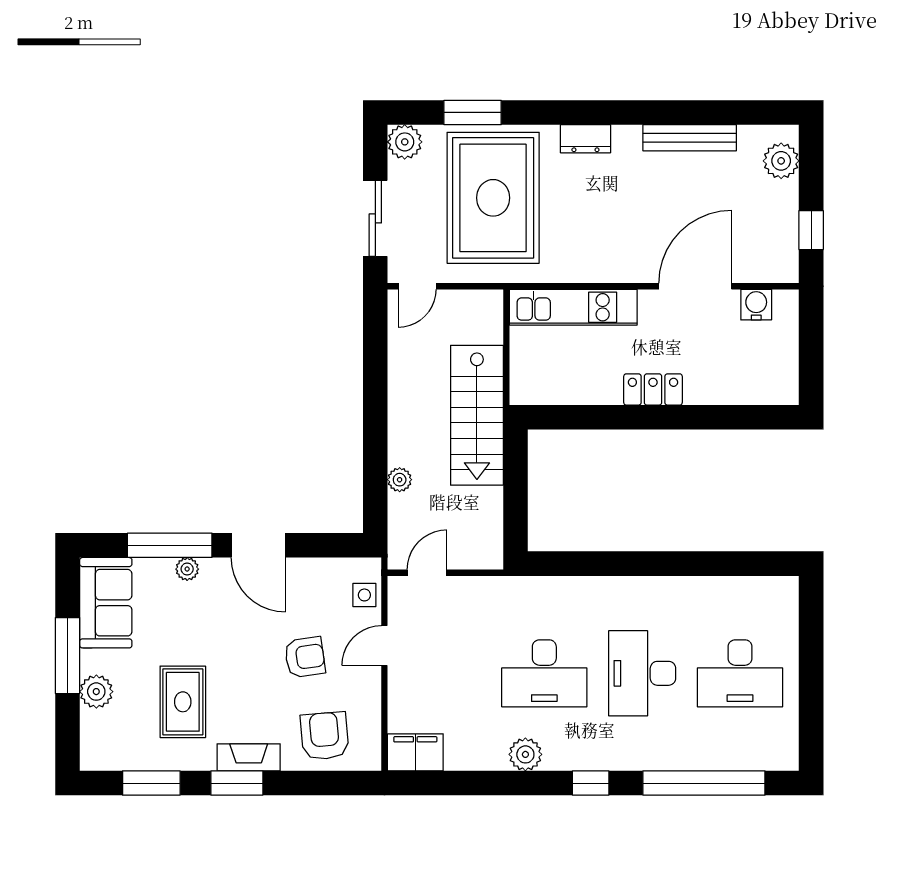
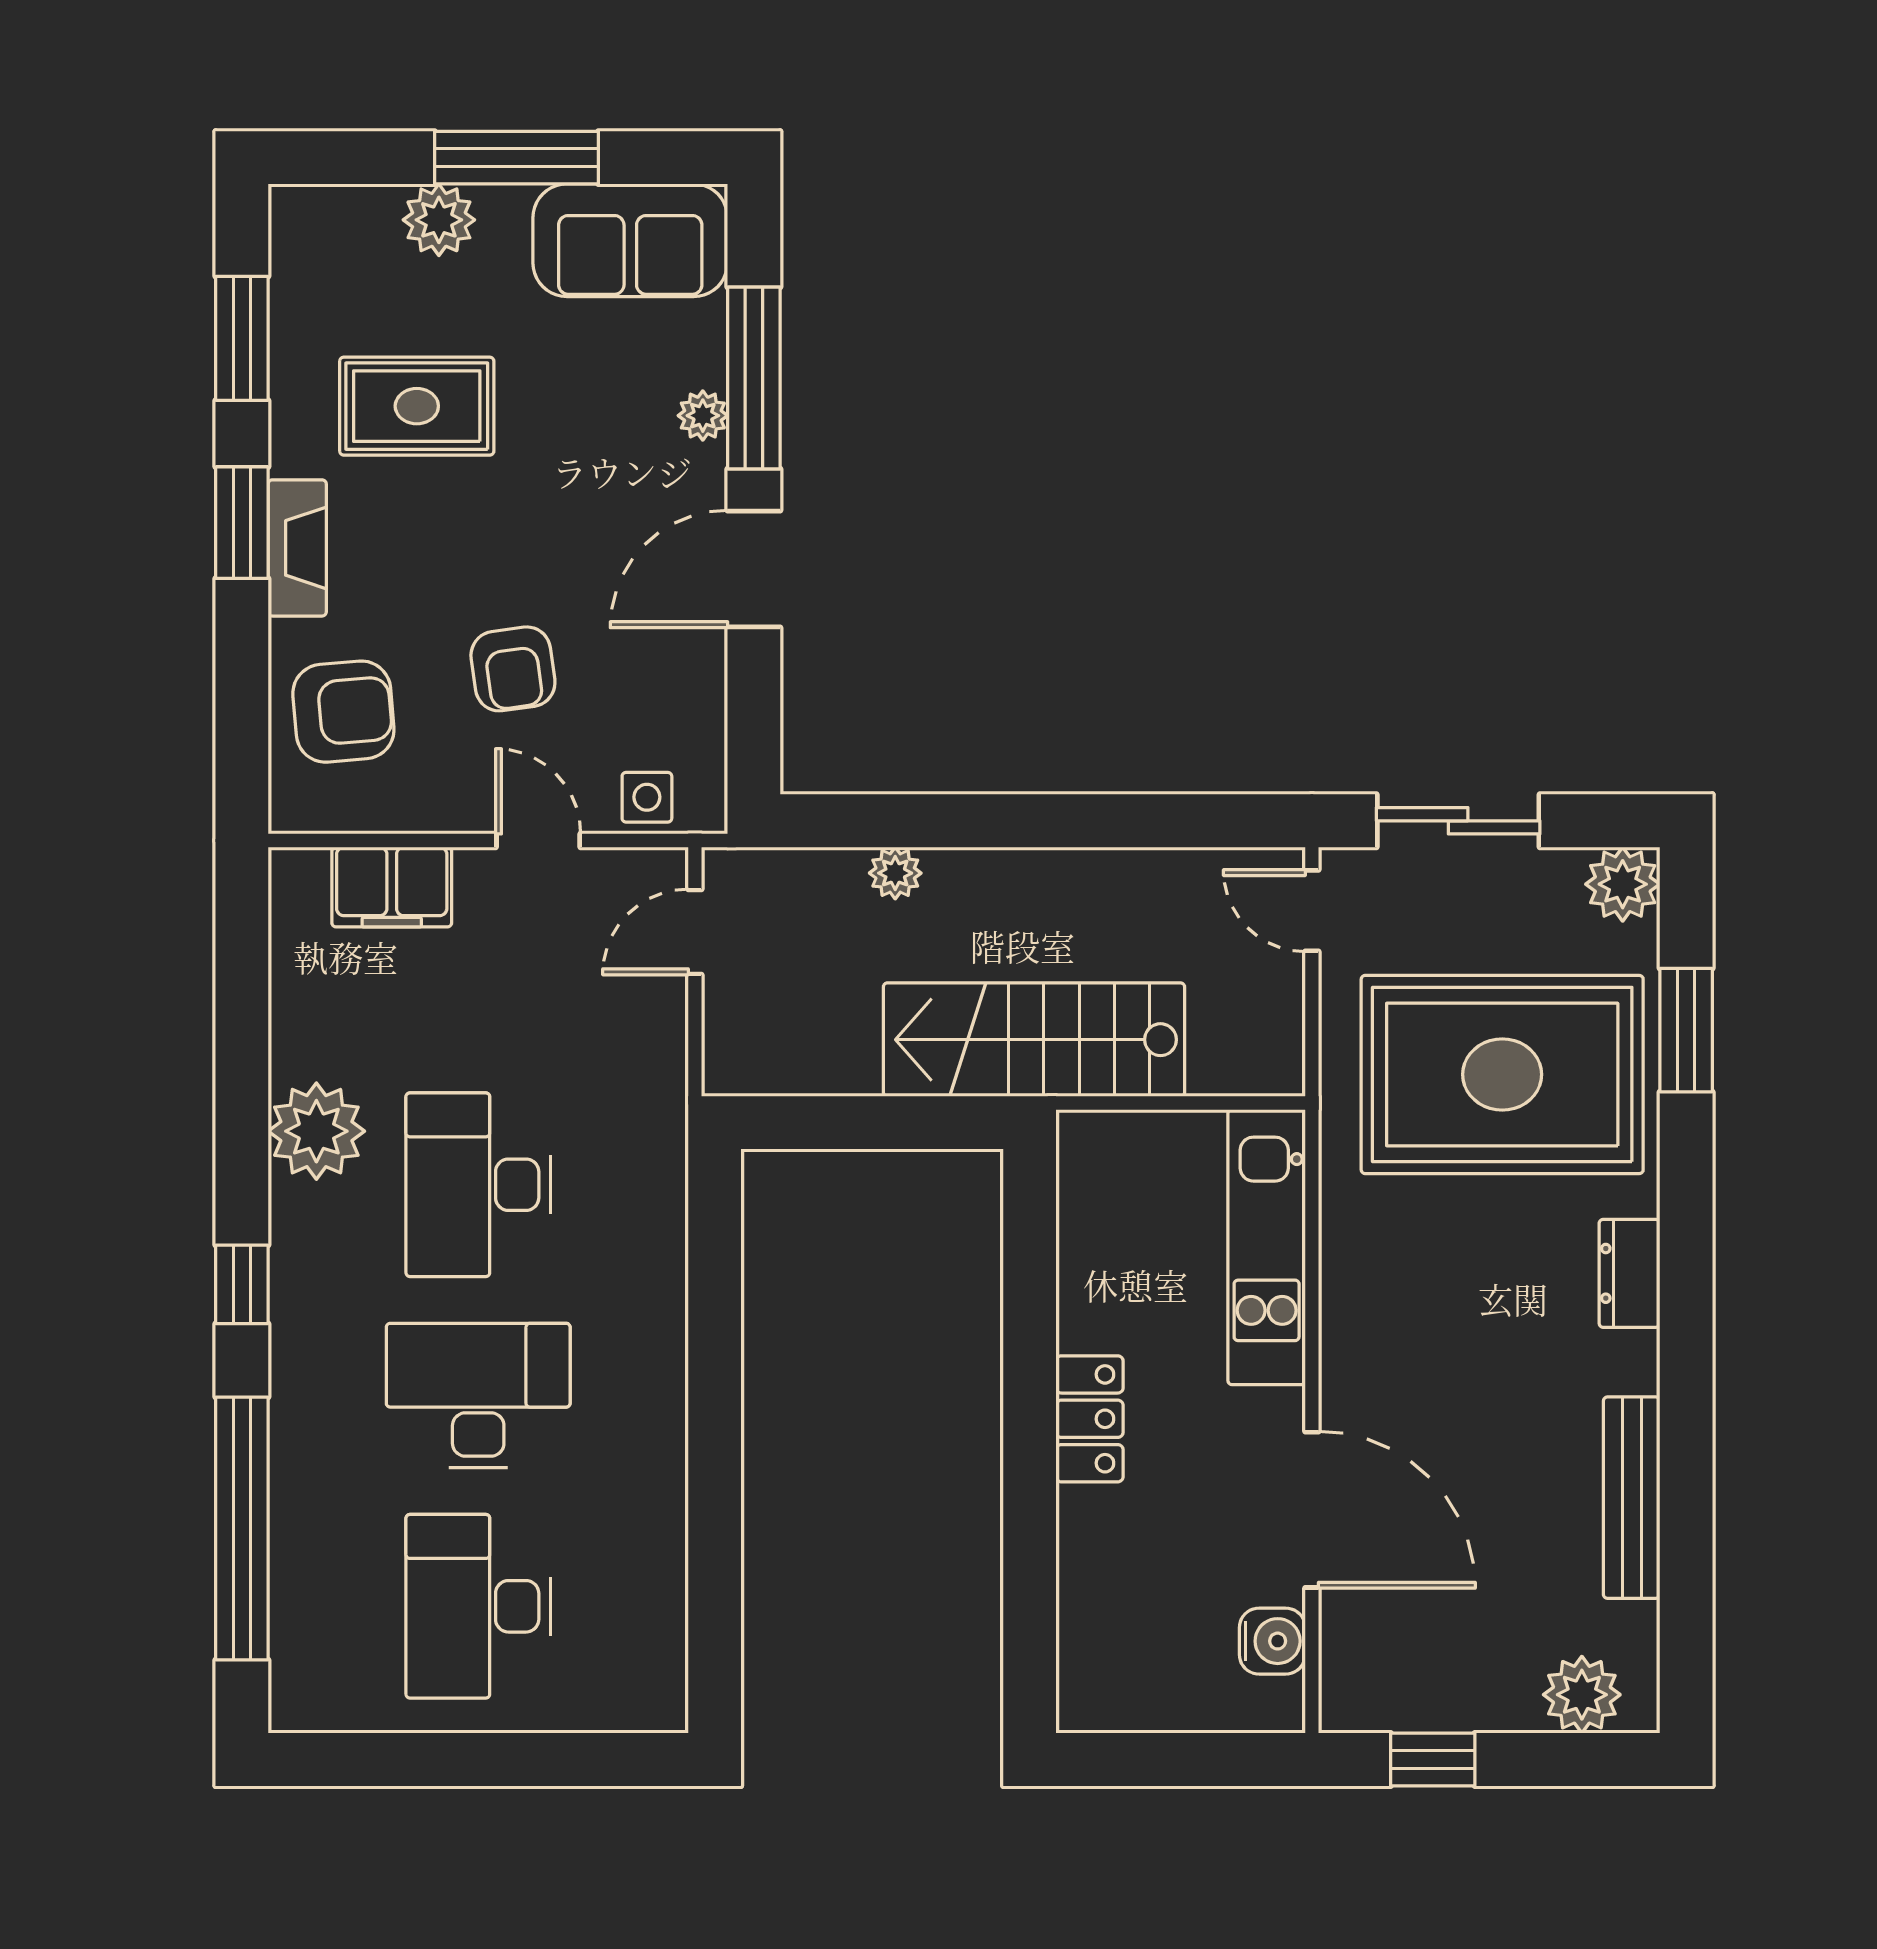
door: (427, 573) -> (695, 932), swing flipped
filing cabinet: (415, 752) -> (392, 887), moved, turned 90
plant: (525, 754) -> (316, 1131), width x1.36, depth x1.36

